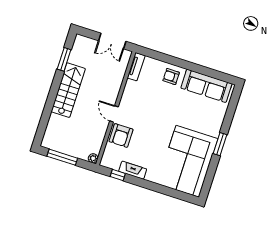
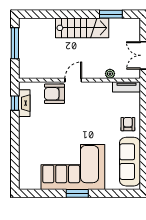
plant: (93, 158) -> (110, 74), moved
corner sofa: (188, 161) -> (73, 167), moved
fireplace: (133, 170) -> (24, 103), moved

